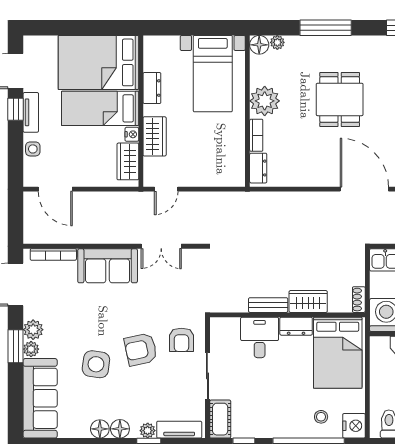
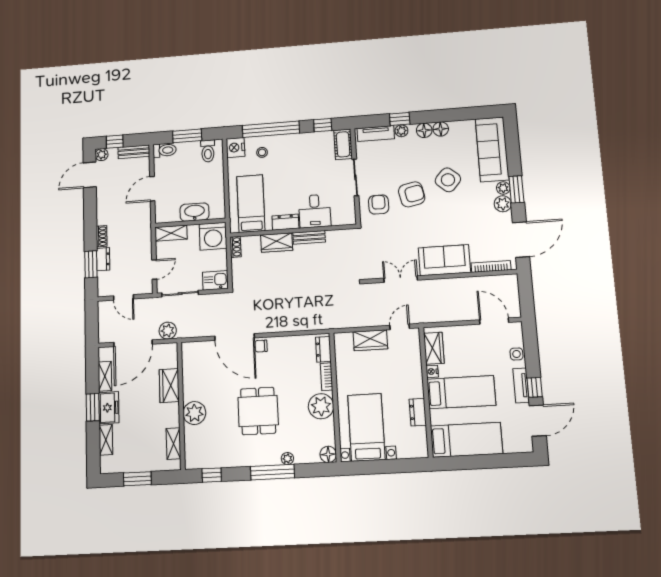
plant: (277, 42) -> (287, 459), moved
bed: (98, 62) -> (466, 440), width x0.67
wardrobe: (155, 136) -> (370, 340), moved, turned -90
chair: (333, 176) -> (261, 346), added
bed: (338, 353) -> (251, 204), width x0.67
side table: (96, 364) -> (448, 180), turned 33

